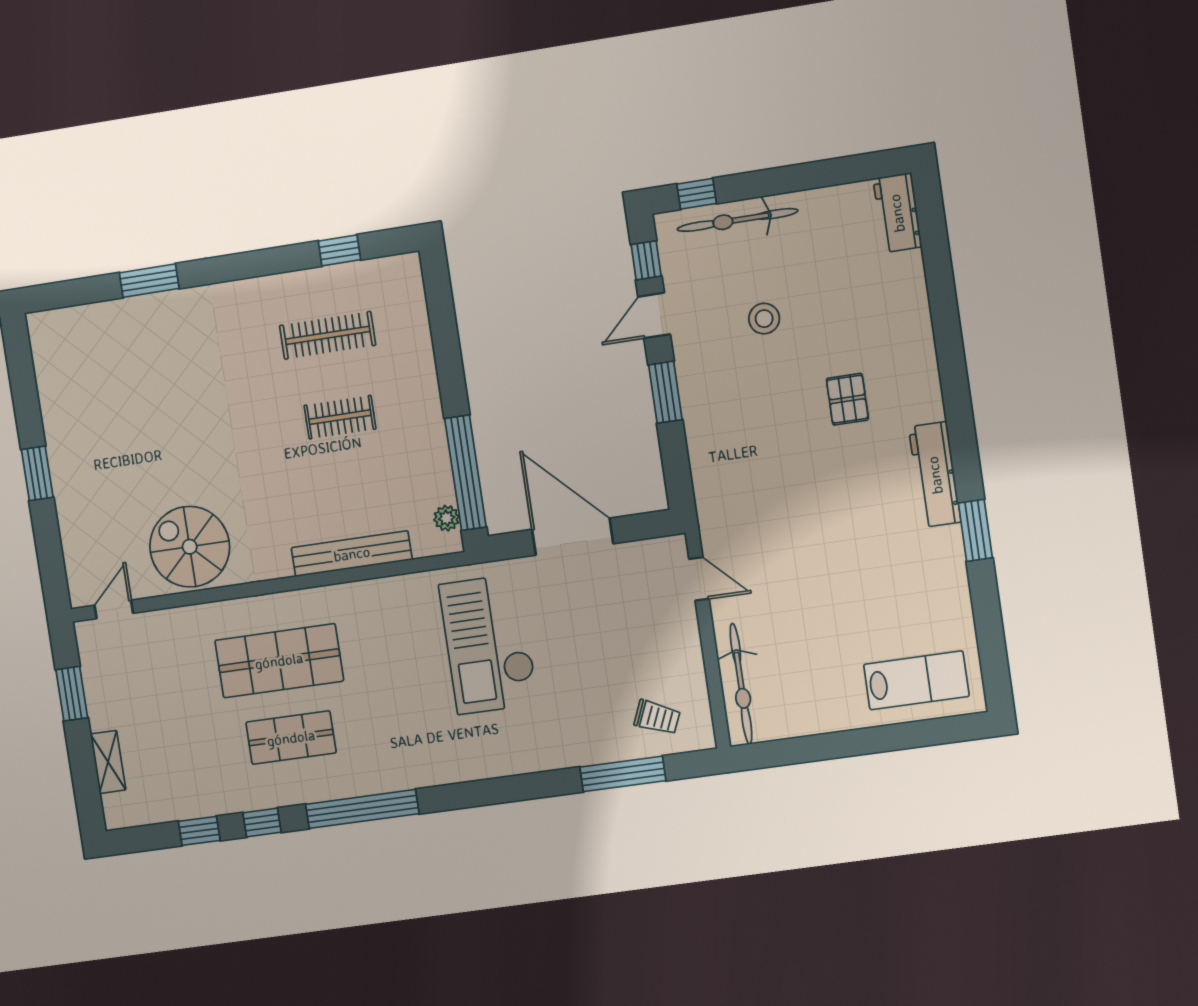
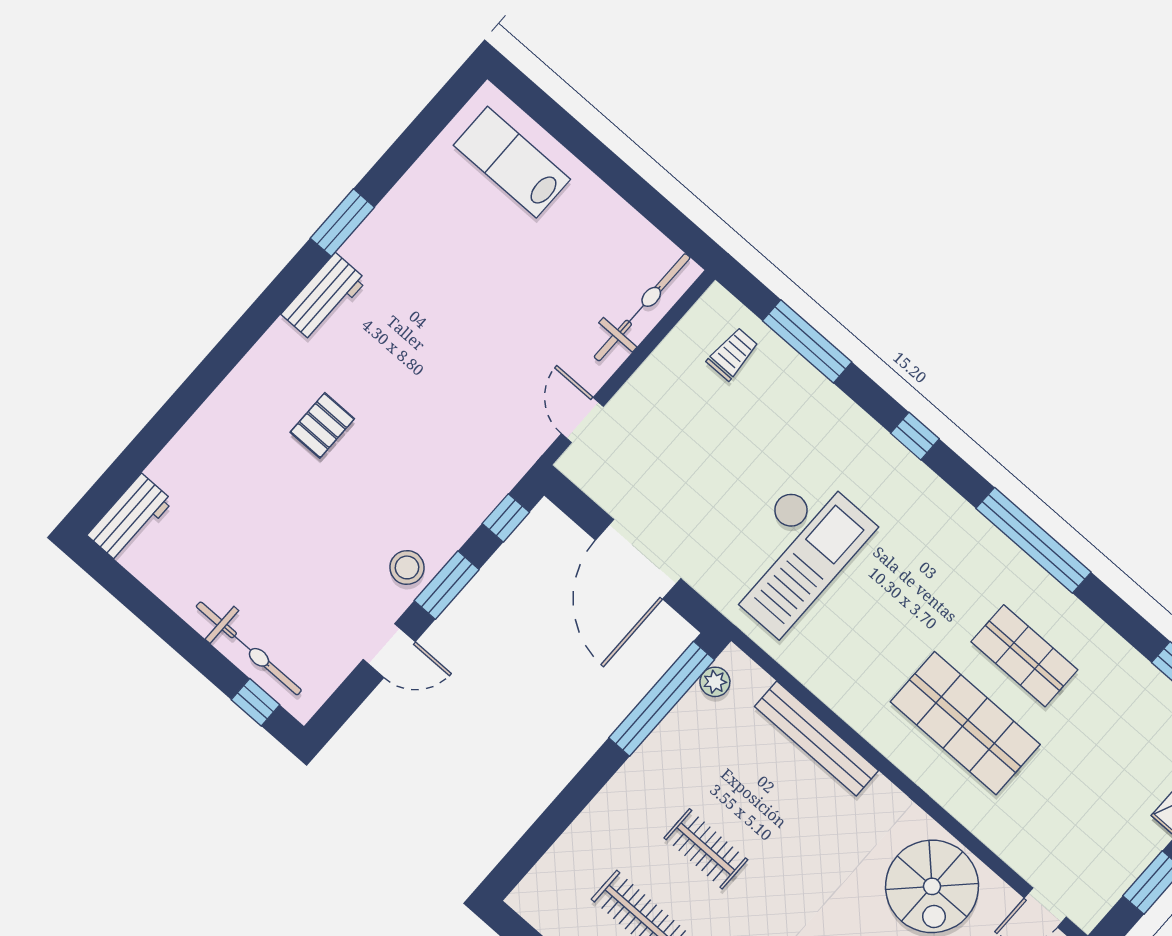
window: (646, 260) -> (506, 518), moved
stool: (764, 319) -> (407, 567), moved
workbench: (935, 475) -> (324, 297), width x0.73
trolley: (657, 717) -> (733, 354), turned 67
window: (262, 822) -> (915, 436), moved

